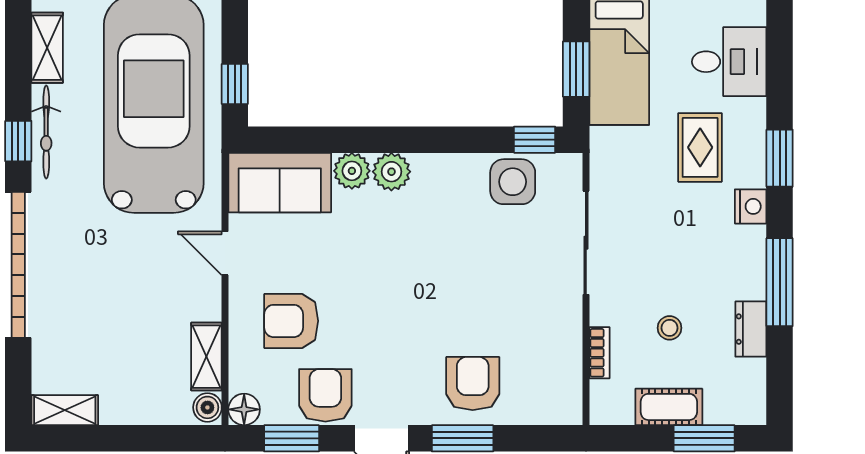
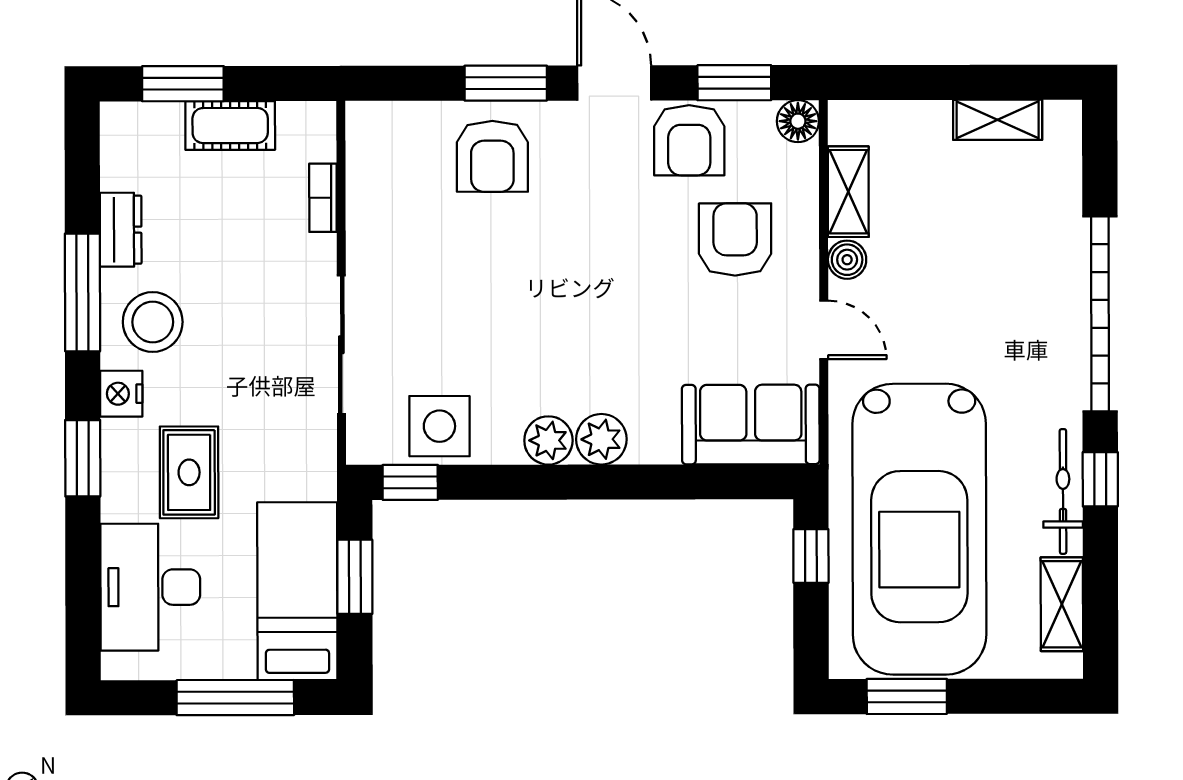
desk: (729, 62) -> (150, 587), width x1.37
plant: (352, 171) -> (548, 440), moved
armchair: (291, 321) -> (735, 239), turned -90
stool: (670, 328) -> (153, 322), moved, width x1.89, depth x1.89
boiler: (207, 407) -> (847, 260), moved
shelving: (65, 410) -> (998, 120), moved

